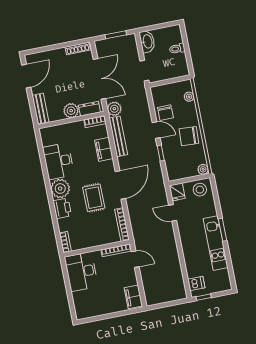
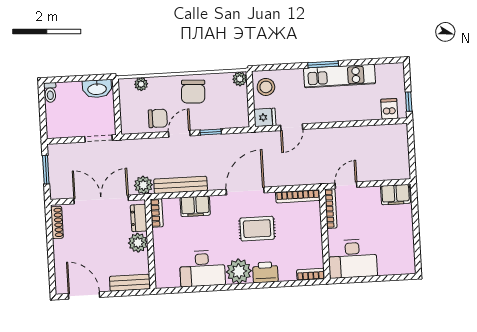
washbasin: (147, 41) -> (97, 89), moved, turned 180
toilet: (177, 49) -> (50, 92), moved
door: (120, 185) -> (245, 191), hinge flipped

